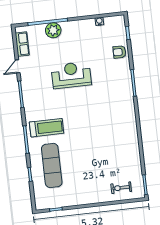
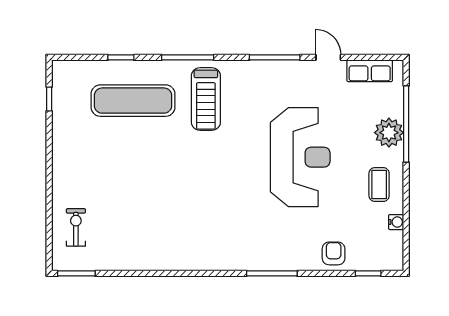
coffee table: (81, 32) -> (379, 184), added
reception desk: (71, 75) -> (300, 157), width x1.36, depth x1.30

